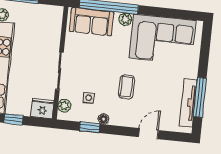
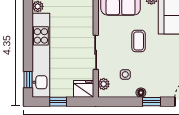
coffee table: (127, 87) -> (139, 41), moved
window: (89, 127) -> (152, 102), moved

